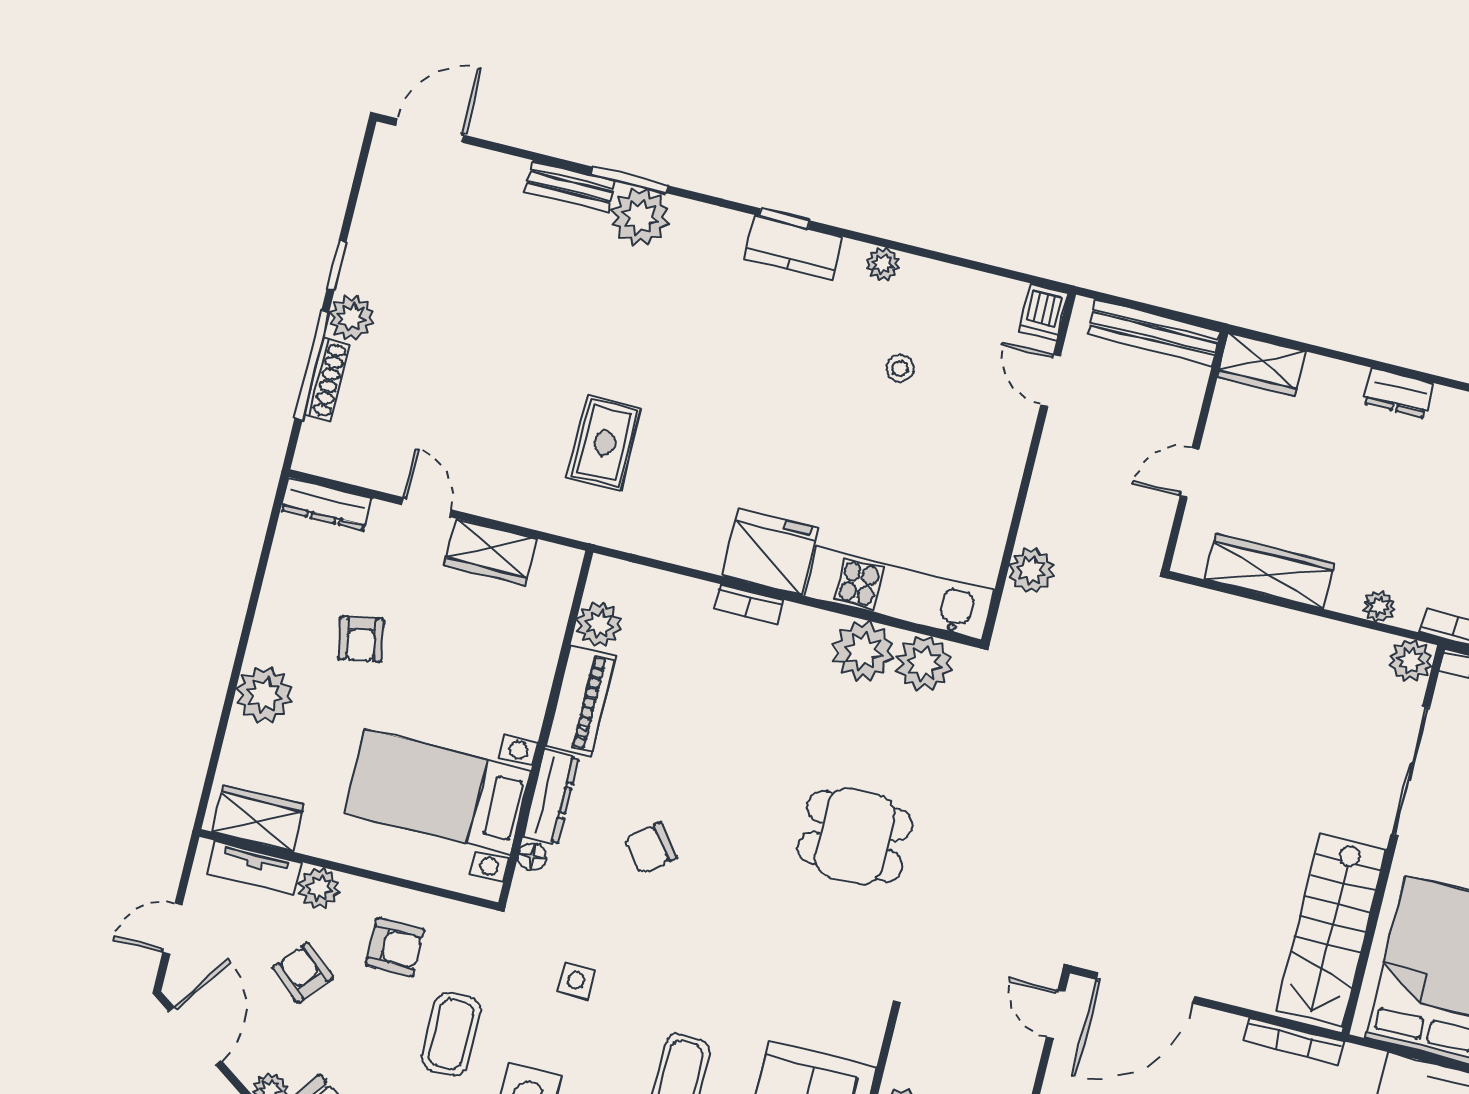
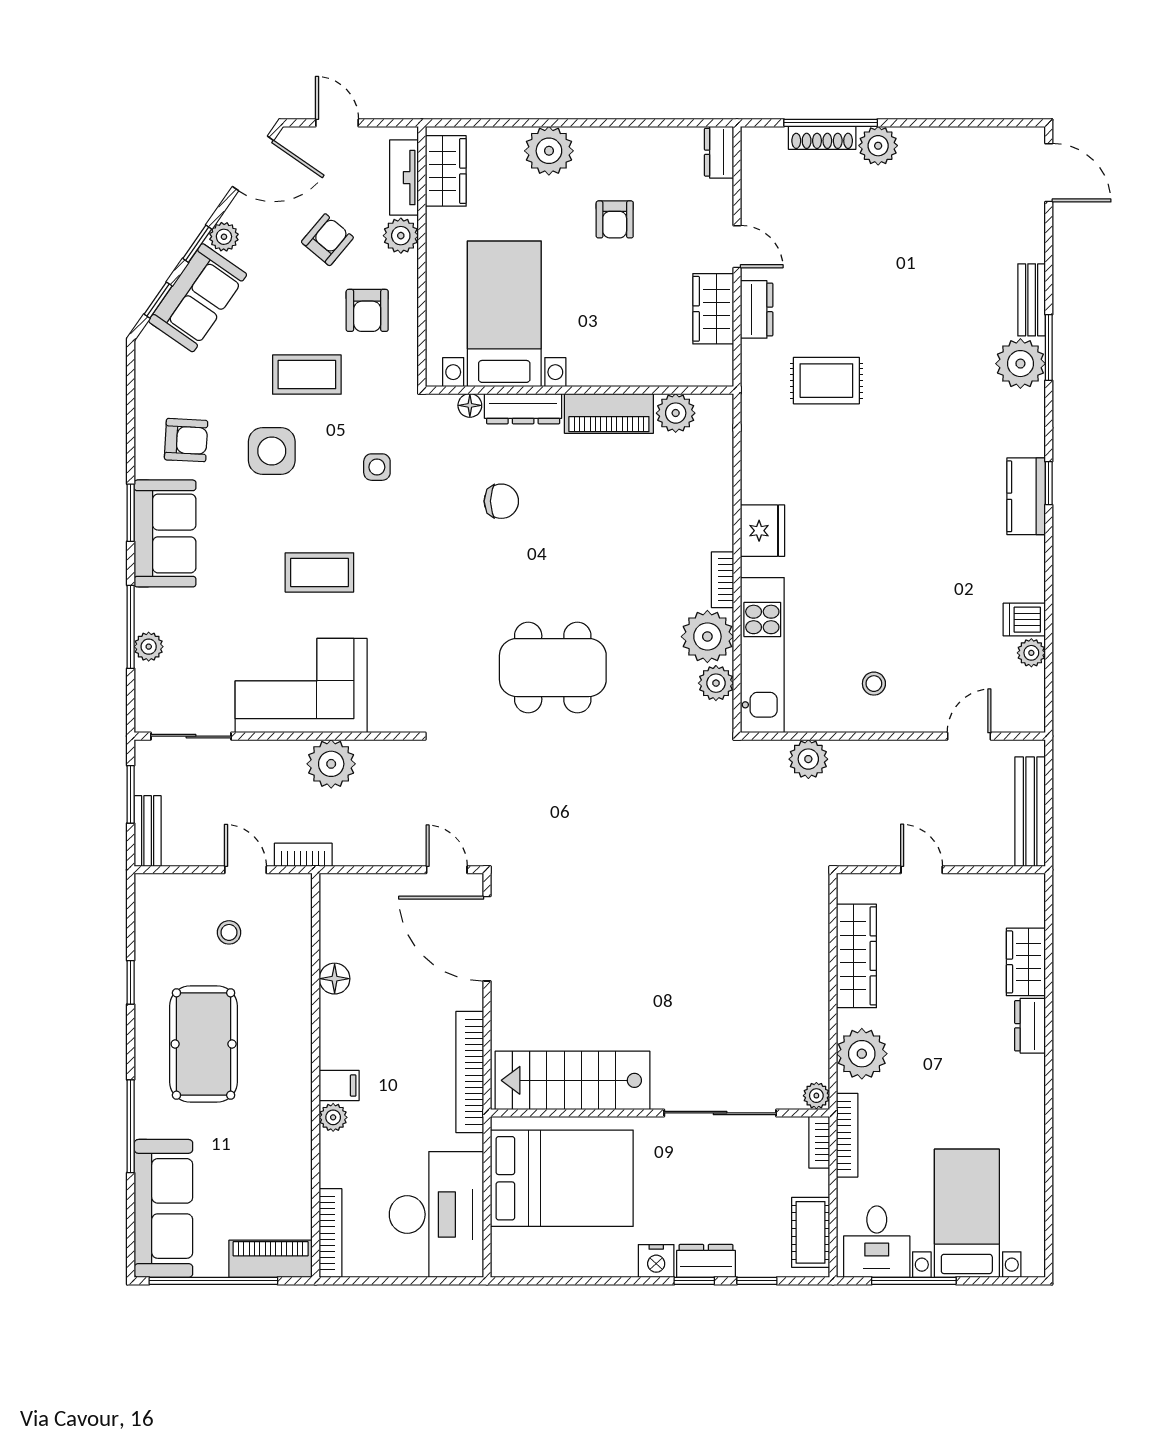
plant: (883, 264) -> (1031, 653), moved
window: (337, 265) -> (919, 123), removed
dishwasher: (1044, 312) -> (1024, 620), moved
wardrobe: (1261, 364) -> (1026, 962), moved
stool: (900, 368) -> (874, 684), moved
dresser: (504, 503) -> (757, 309), added
dresser: (327, 504) -> (719, 152), width x0.70
door: (426, 507) -> (737, 247), hinge flipped
fridge: (771, 552) -> (763, 531), width x0.73, depth x0.75
bookcase: (748, 604) -> (722, 580), moved
plant: (1379, 606) -> (862, 1054), width x1.88, depth x1.88
armchair: (361, 639) -> (615, 219), turned -80
plant: (1411, 661) -> (816, 1096), width x0.73, depth x0.73
plant: (924, 664) -> (716, 683), width x0.73, depth x0.73
dining table: (855, 836) -> (553, 668), width x1.37
chair: (650, 848) -> (501, 501), turned 128
door: (1056, 1014) -> (447, 870), hinge flipped
bookcase: (1294, 1041) -> (470, 1072), width x1.48, depth x1.31

